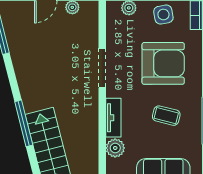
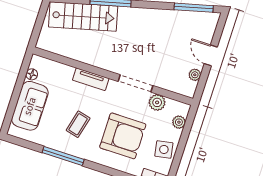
armchair: (163, 63) -> (123, 136), turned -90
plant: (115, 148) -> (157, 102), moved

